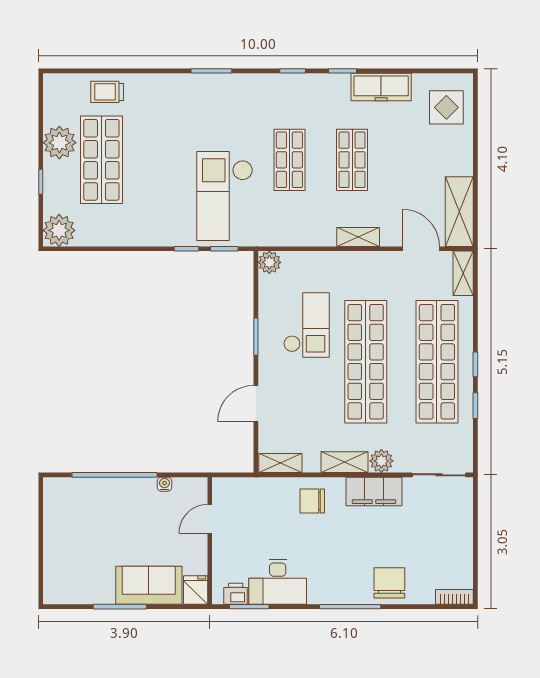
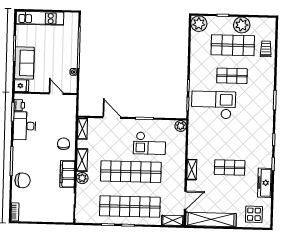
shop shelf: (289, 160) -> (232, 76), moved
shelving: (459, 212) -> (211, 219), width x1.47
kitchen unit: (57, 556) -> (40, 18), added

